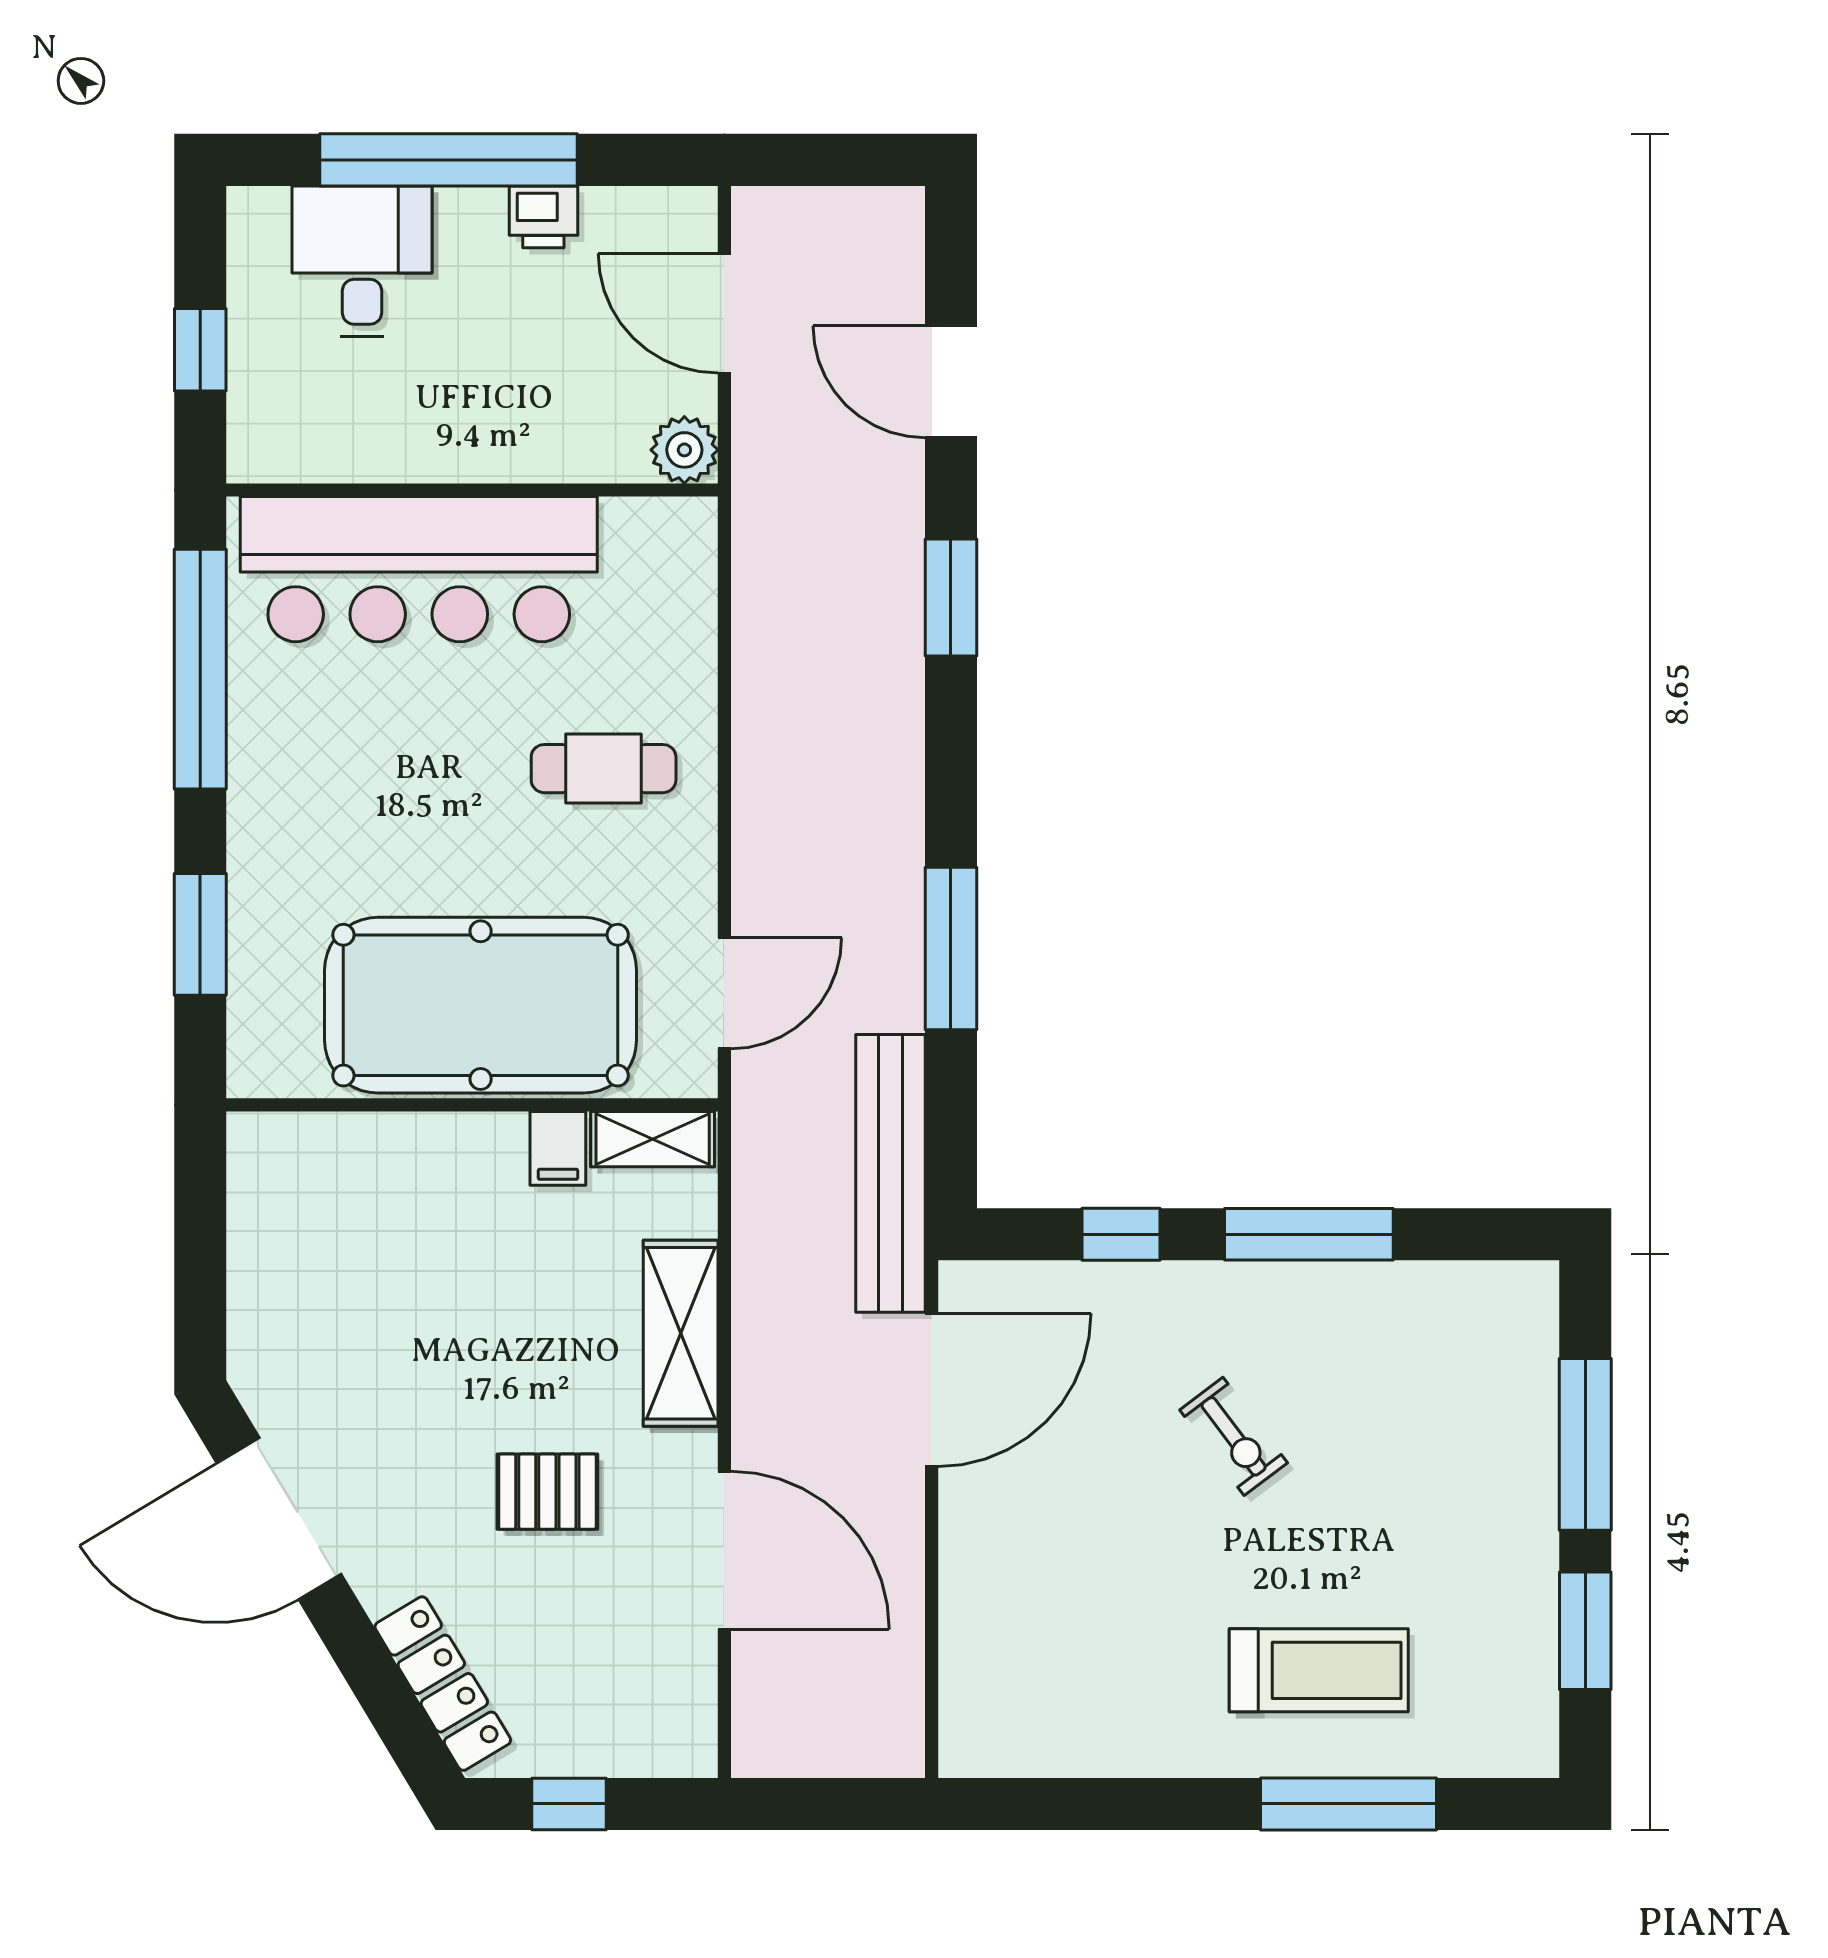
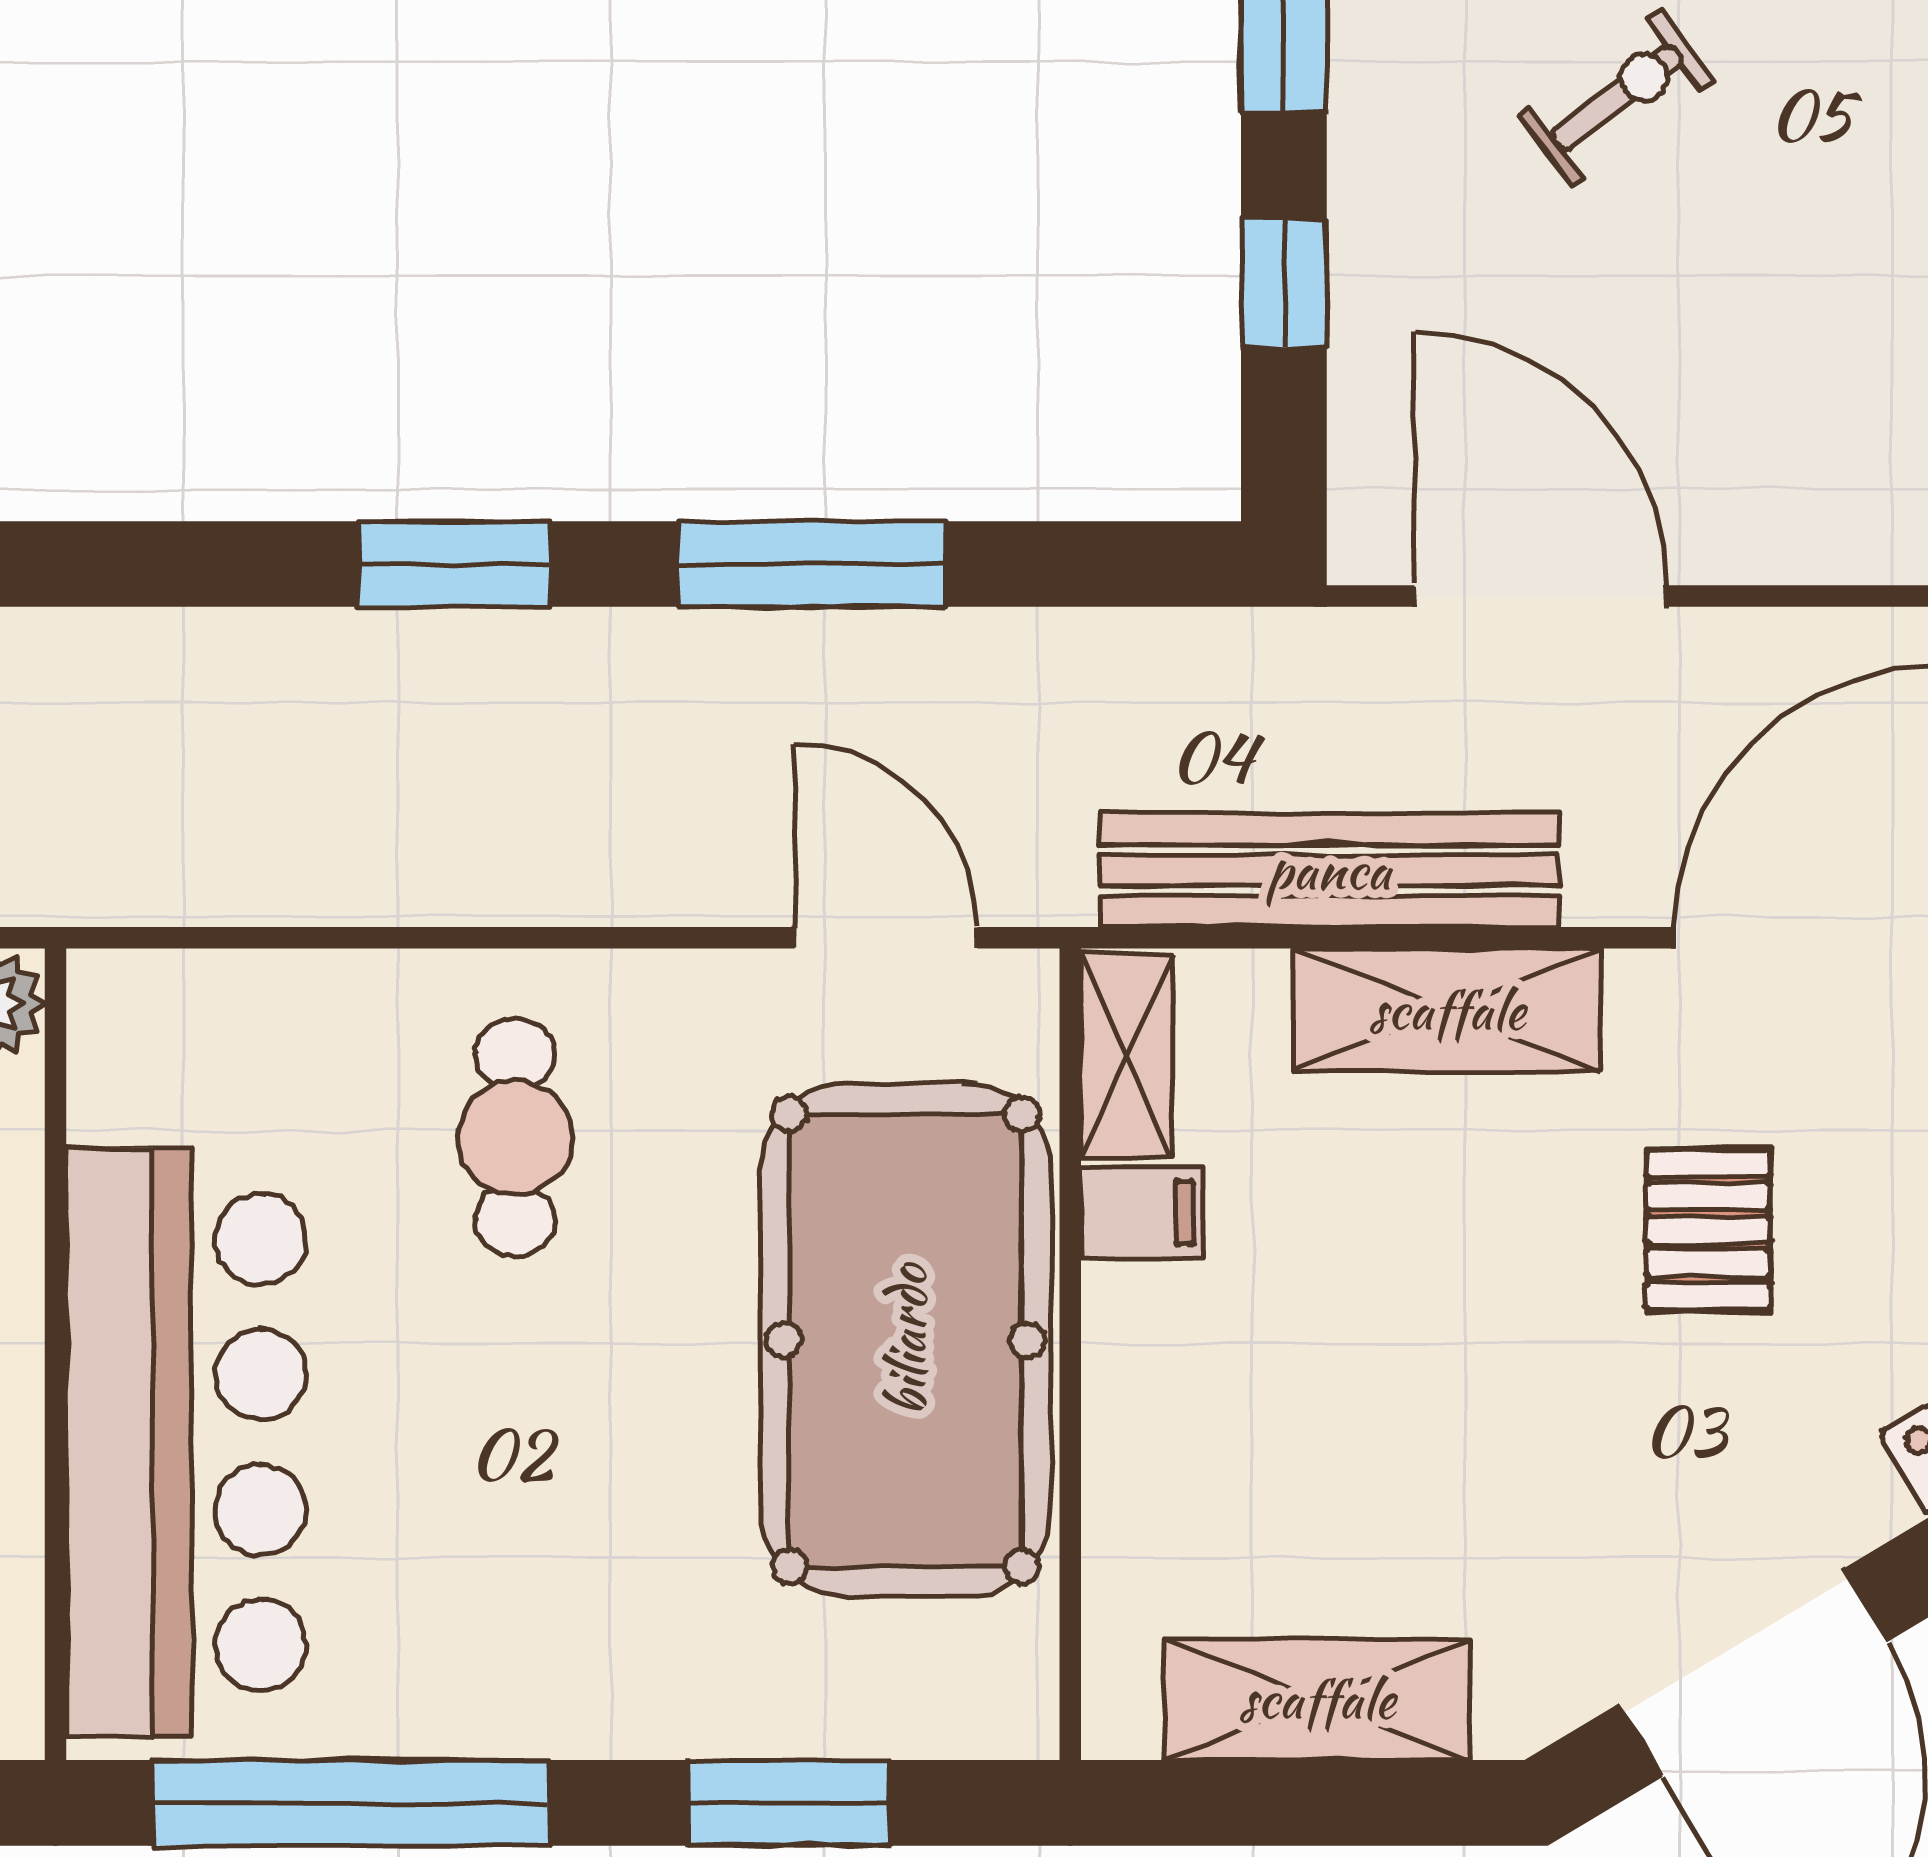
window: (951, 598) -> (454, 564), moved
bench: (890, 1173) -> (1329, 870), moved
shelving: (263, 1254) -> (1317, 1699), added

